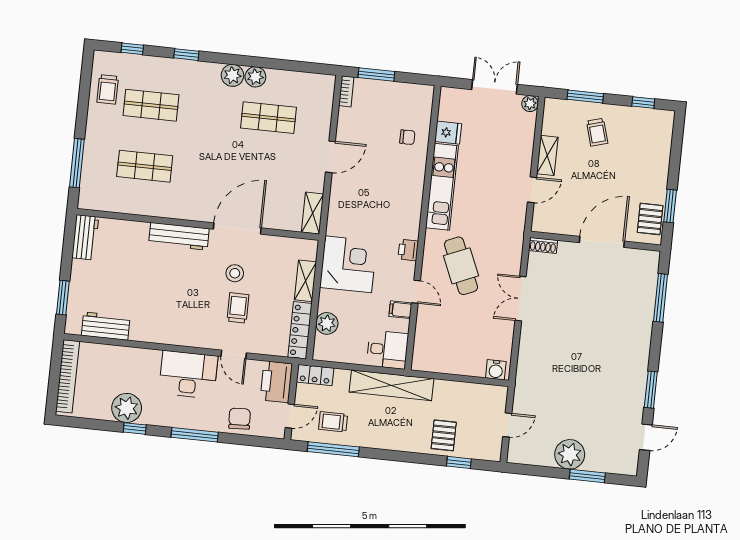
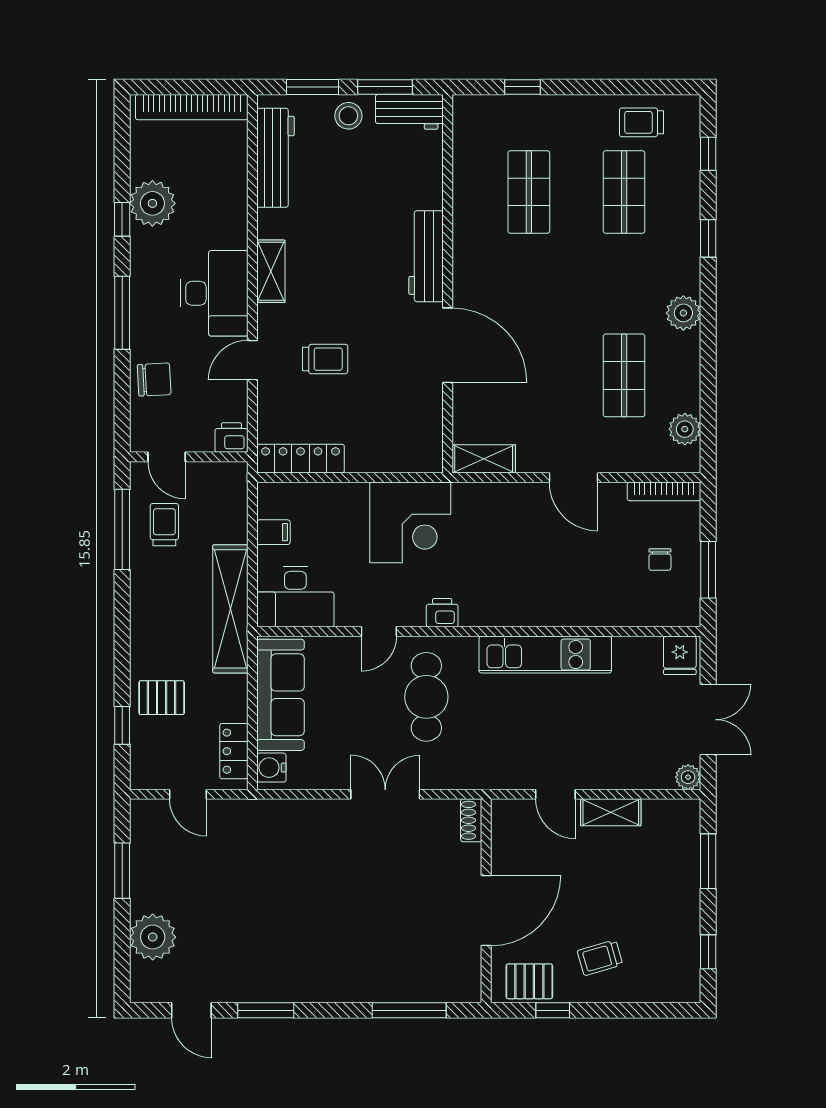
window: (376, 74) -> (708, 570), moved
plant: (255, 77) -> (685, 429), moved
bookcase: (346, 91) -> (664, 491), width x1.56
trolley: (597, 132) -> (600, 958), moved
fridge: (448, 133) -> (680, 655), moved
chair: (407, 137) -> (660, 560), moved
window: (77, 163) -> (522, 87), width x0.46
window: (670, 206) -> (553, 1010), width x0.67
door: (602, 242) -> (486, 911), hinge flipped
window: (68, 251) -> (385, 87), added
cafe table: (461, 266) -> (426, 697), turned -67
stool: (235, 273) -> (348, 116), moved
shelving: (305, 281) -> (271, 271), moved, turned 90
filing cabinet: (400, 310) -> (273, 532), moved, turned 90
plant: (327, 323) -> (315, 499), removed
workbench: (106, 326) -> (275, 158), width x1.37
desk: (387, 350) -> (295, 597), width x1.37
sofa: (450, 359) -> (281, 695), added
locker: (315, 375) -> (234, 751), moved
printer: (276, 382) -> (231, 437), width x0.53, depth x0.68
plant: (570, 454) -> (153, 937), moved
window: (587, 476) -> (122, 871), moved

